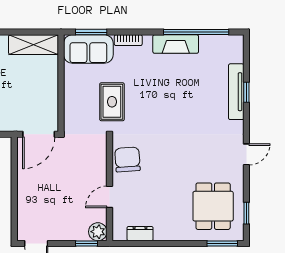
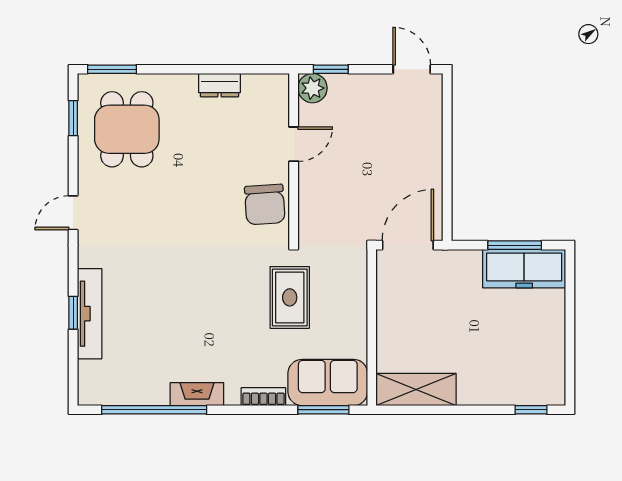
fireplace: (176, 44) -> (197, 394), width x0.73, depth x0.76
dresser: (140, 234) -> (219, 85), moved

